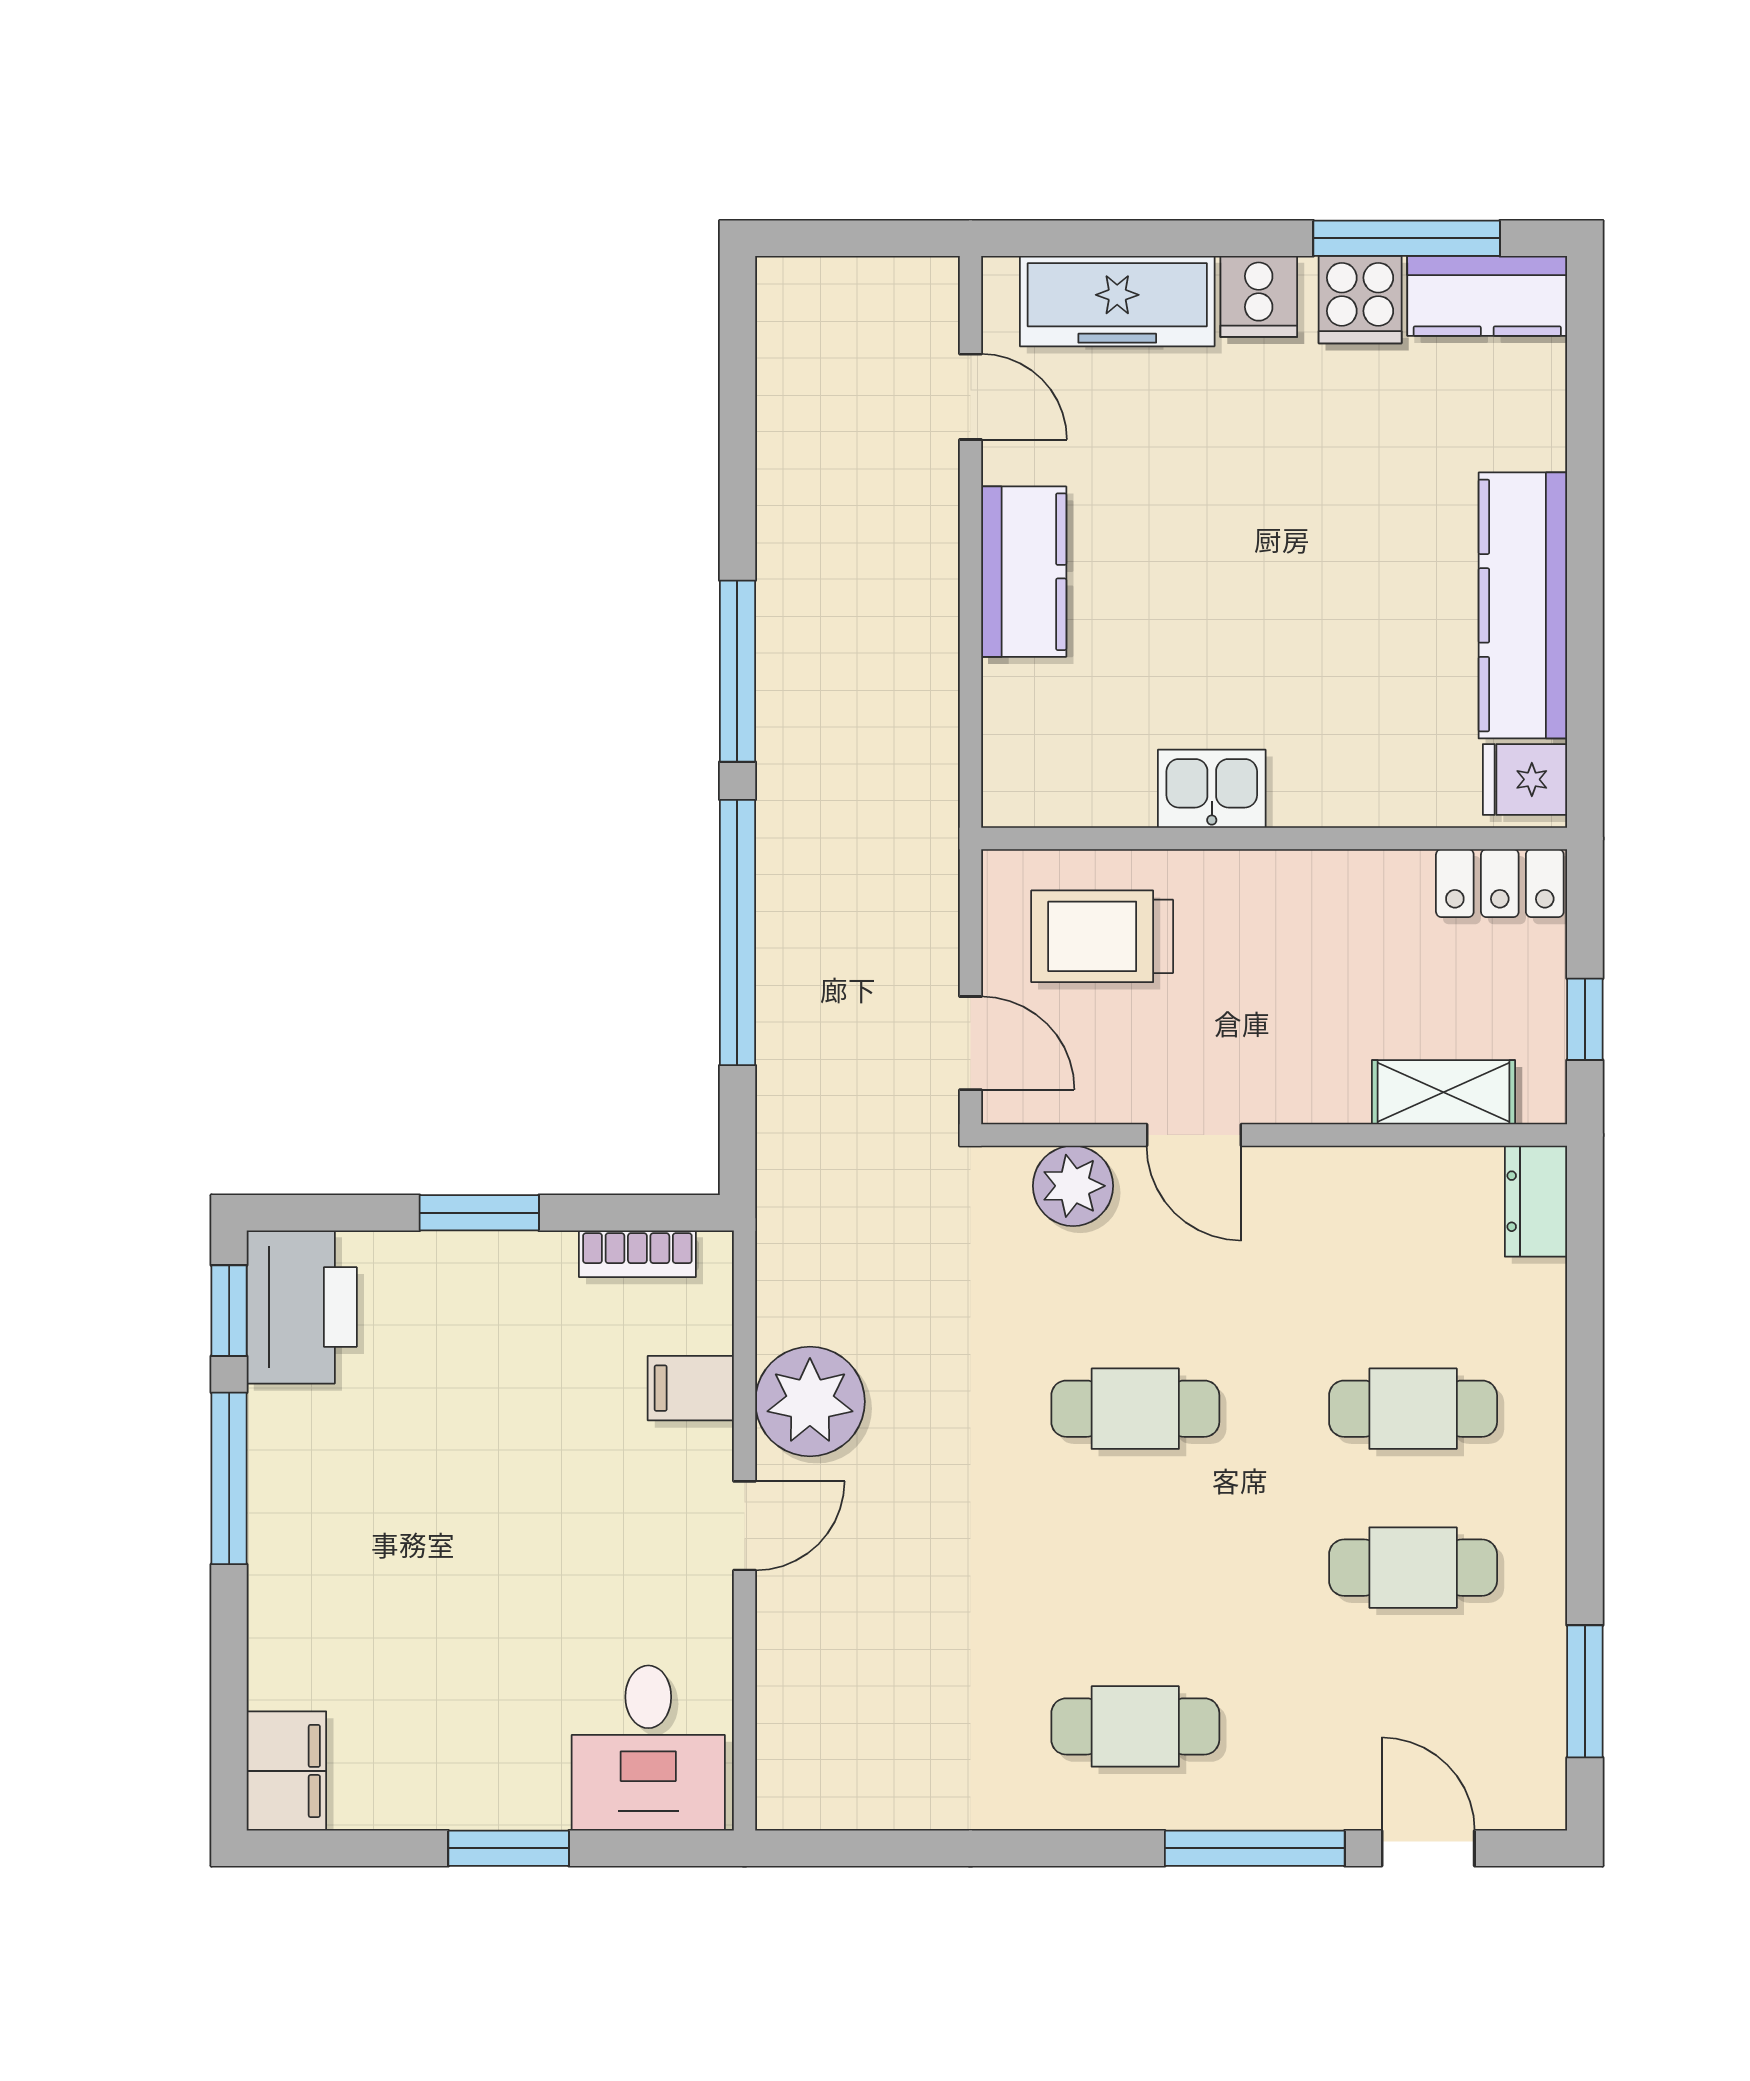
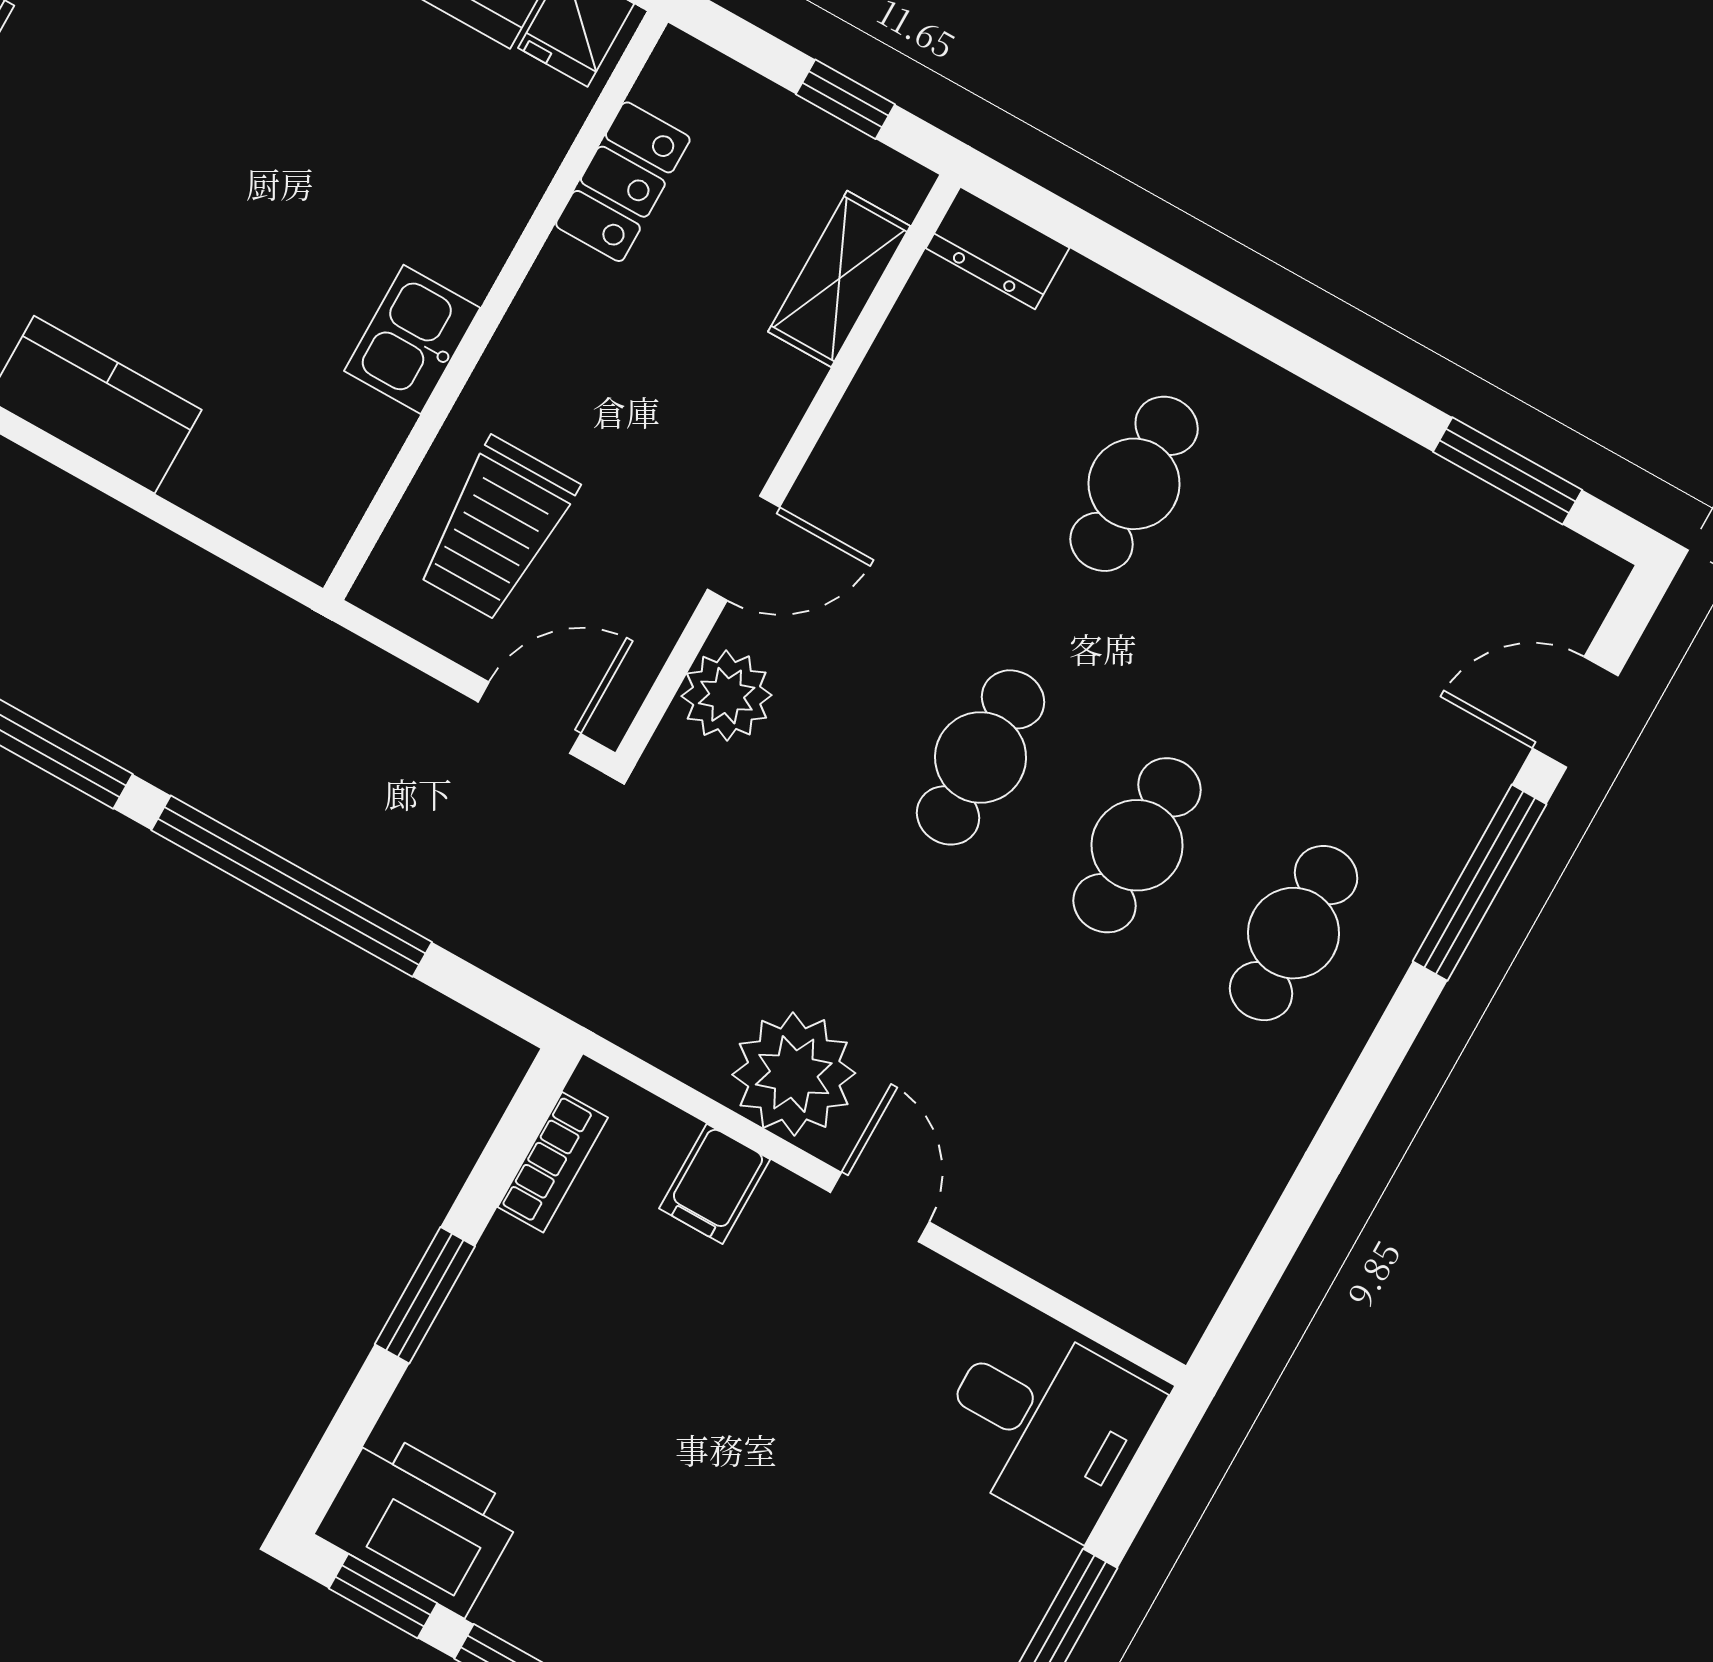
locker: (1500, 883) -> (623, 182), moved
cafe table: (1413, 1568) -> (1137, 845), moved

